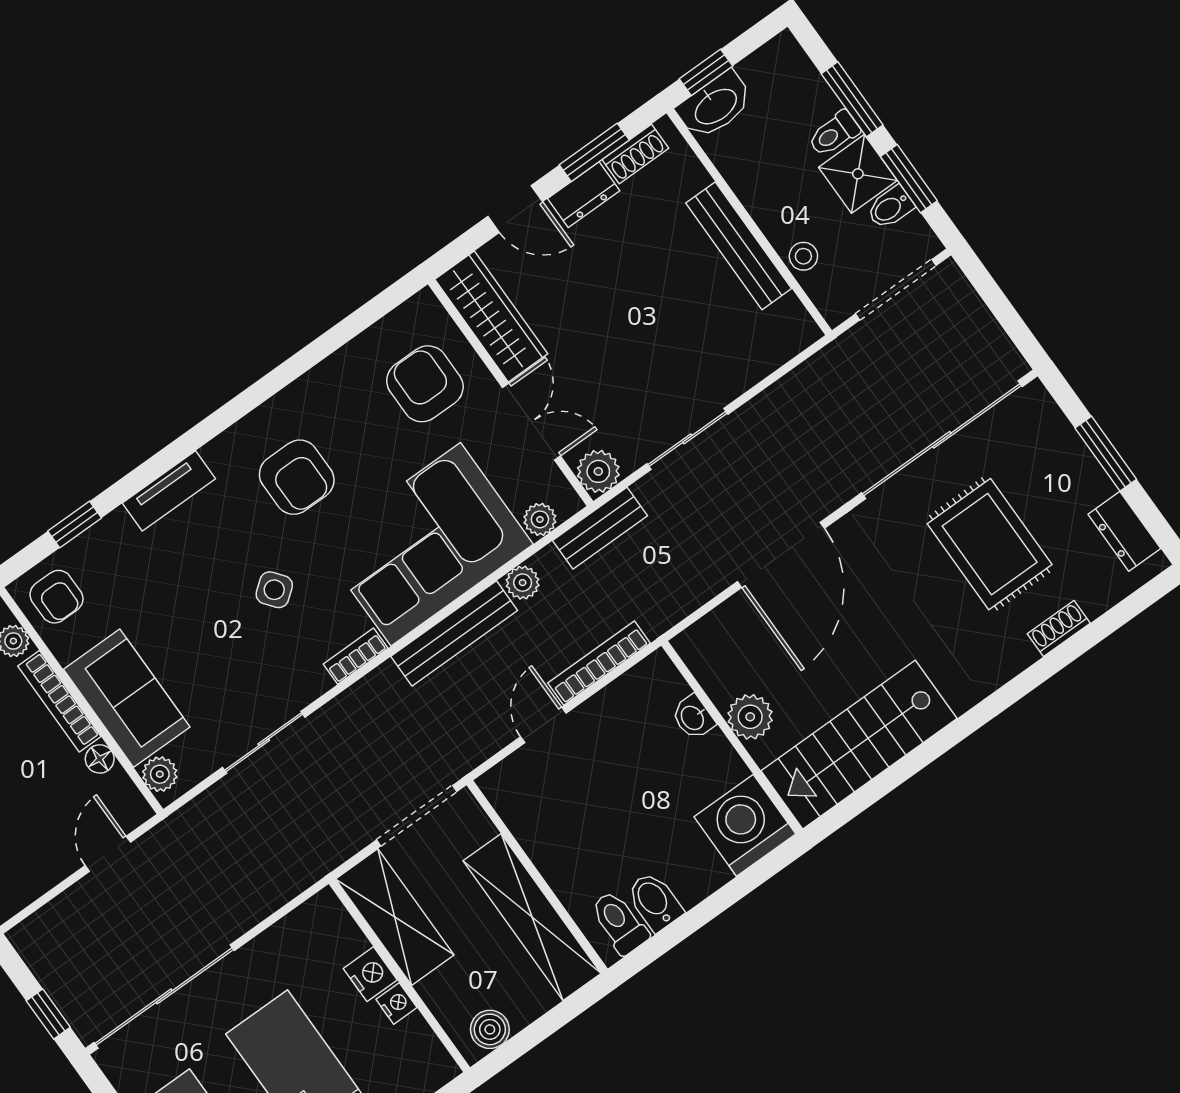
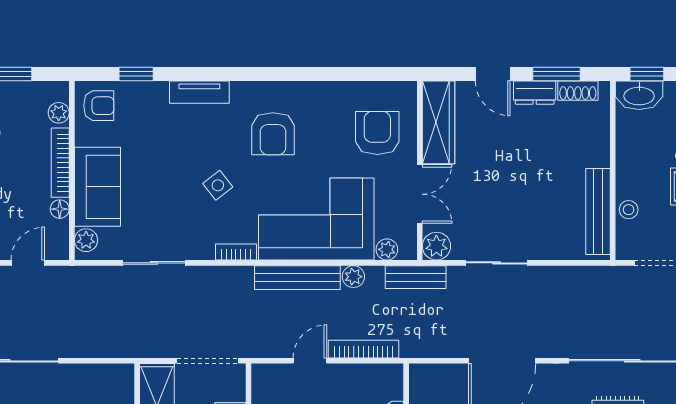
bench: (739, 246) -> (598, 211), moved
armchair: (57, 597) -> (99, 106), turned -90

